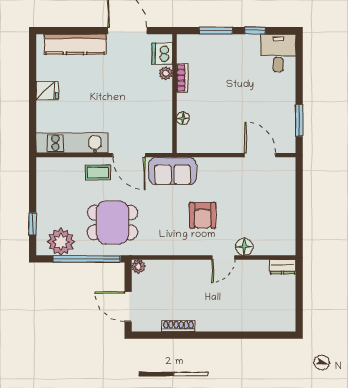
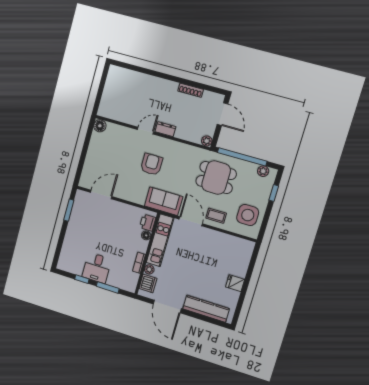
desk: (278, 53) -> (97, 268), moved
printer: (186, 136) -> (148, 223), added
kitchen unit: (72, 143) -> (160, 240), moved, turned -90
door: (260, 155) -> (101, 194), swing flipped
side table: (57, 186) -> (248, 215), added
plant: (61, 242) -> (263, 171), width x0.53, depth x0.53
floor lamp: (244, 247) -> (100, 126), moved
dresser: (283, 267) -> (165, 129), moved

